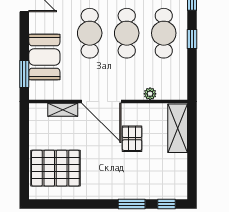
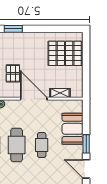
cafe table: (90, 33) -> (42, 145), width x0.73, depth x0.74
window: (24, 74) -> (86, 144), moved

